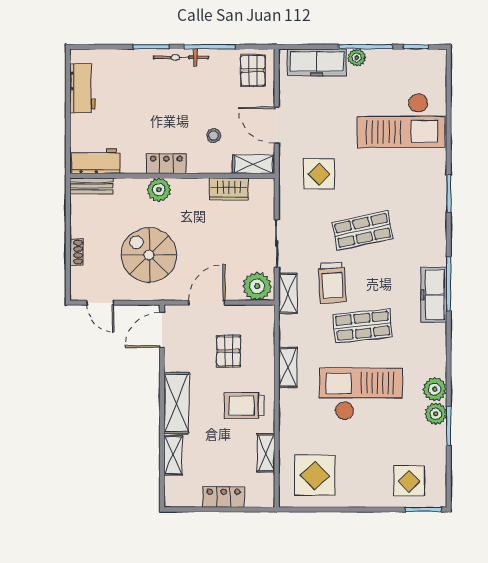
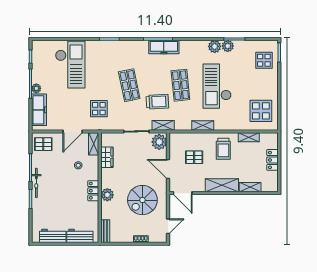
workbench: (96, 161) -> (80, 236), moved, turned 90

